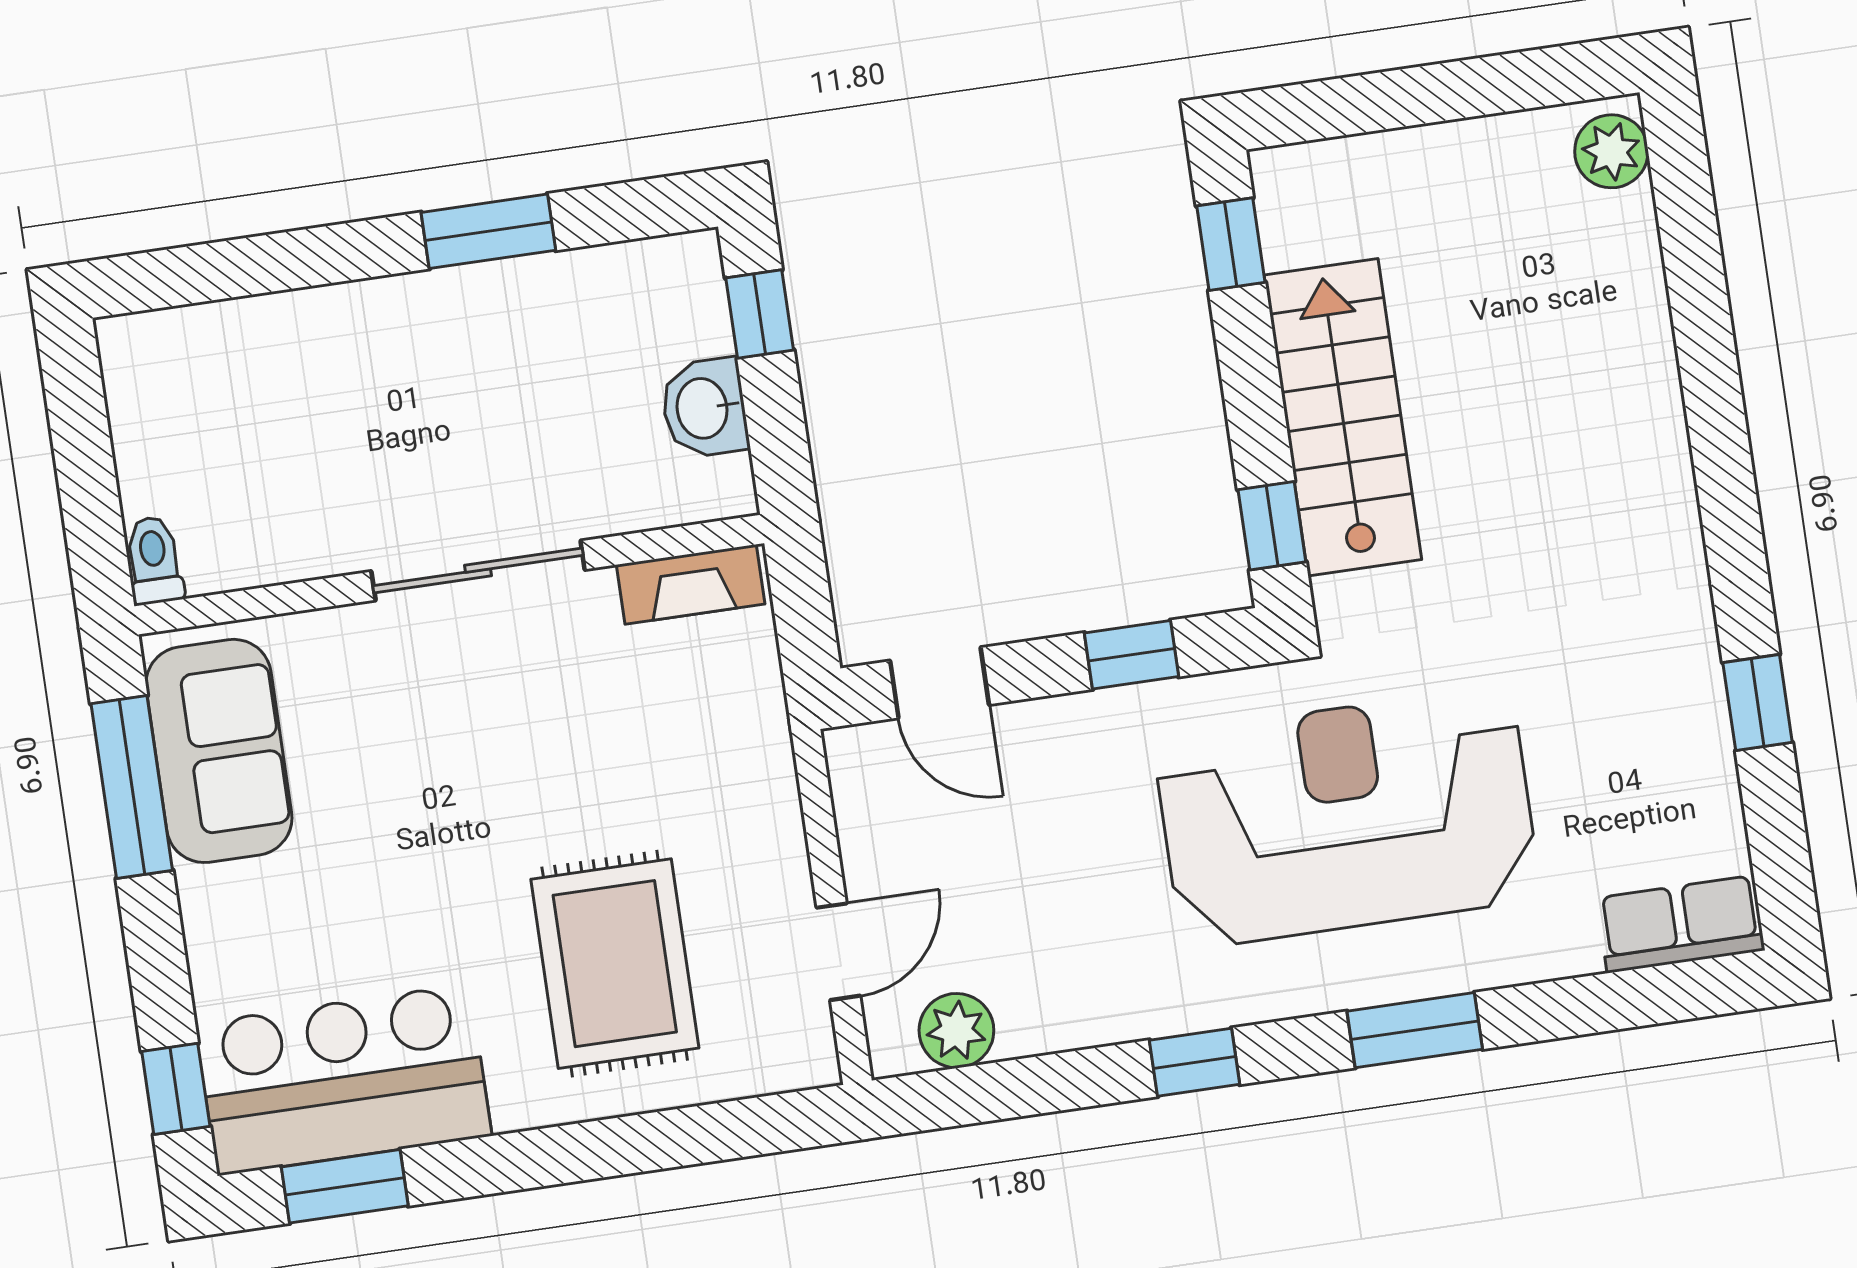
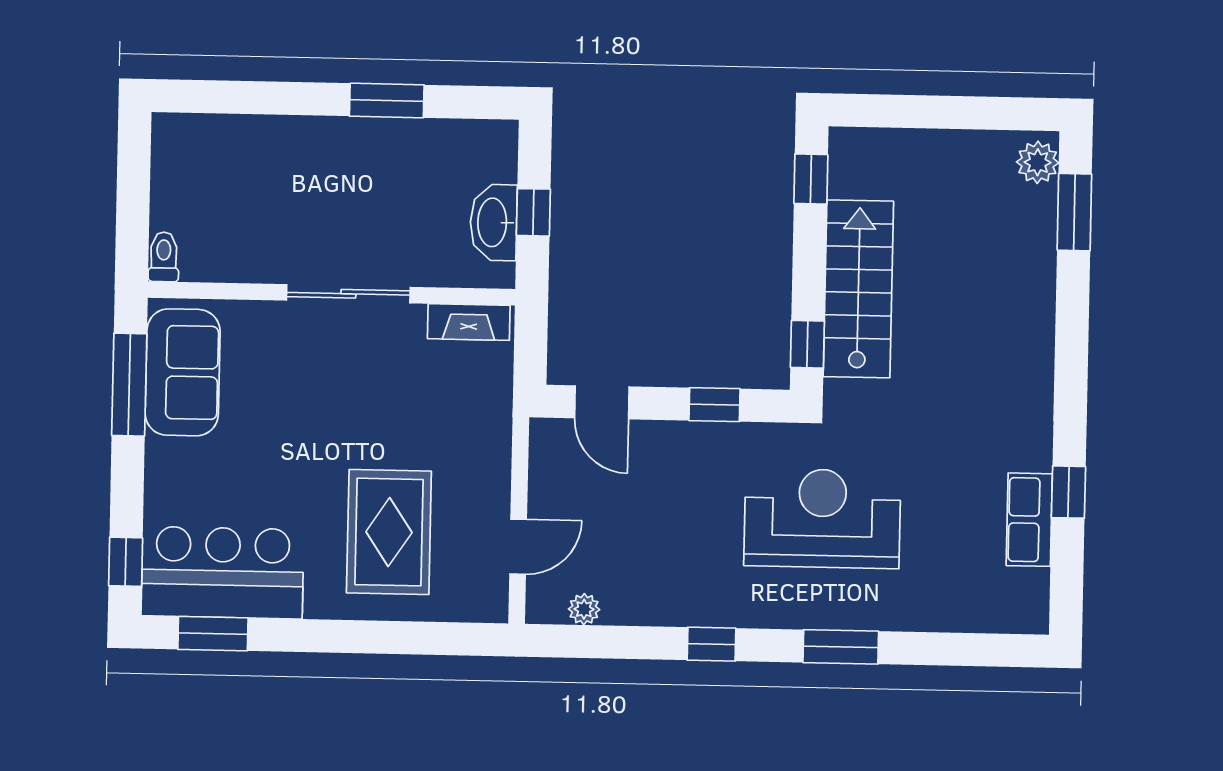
window: (1688, 225) -> (1074, 212), added
window: (760, 314) -> (533, 212), moved
washbasin: (704, 408) -> (494, 222), width x1.38
reception desk: (1347, 817) -> (822, 518), width x0.74, depth x0.77
row of seats: (1681, 924) -> (1029, 520), moved, turned -90
plant: (956, 1031) -> (584, 609), width x0.73, depth x0.73

